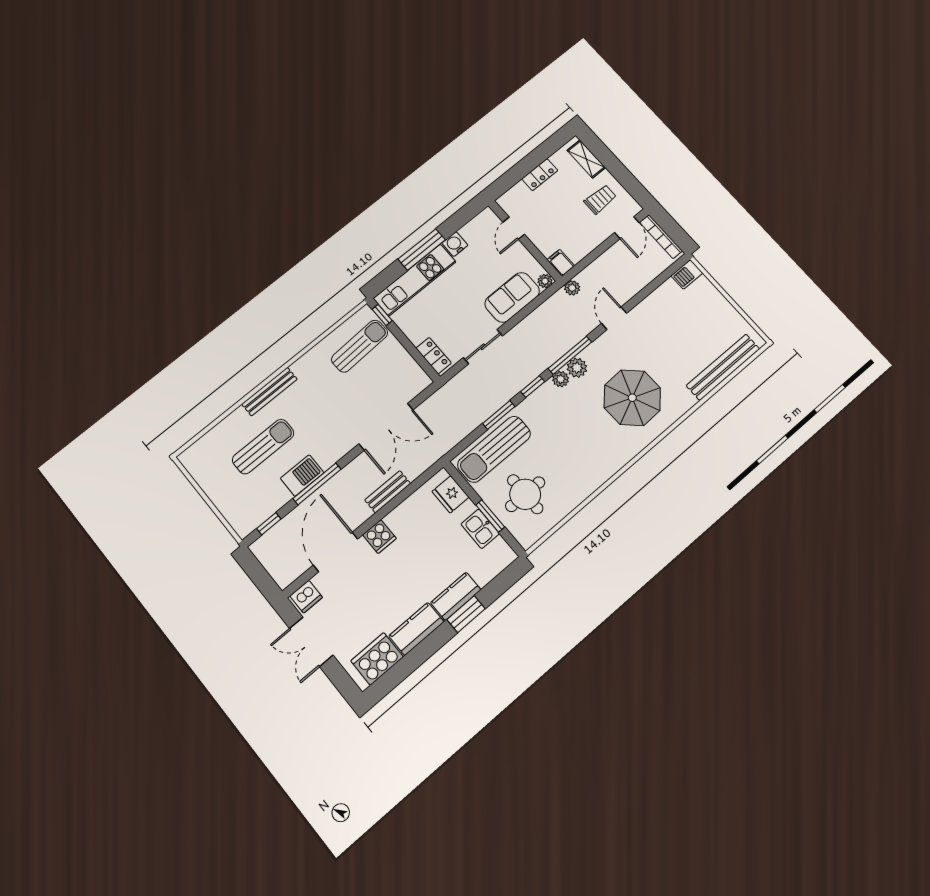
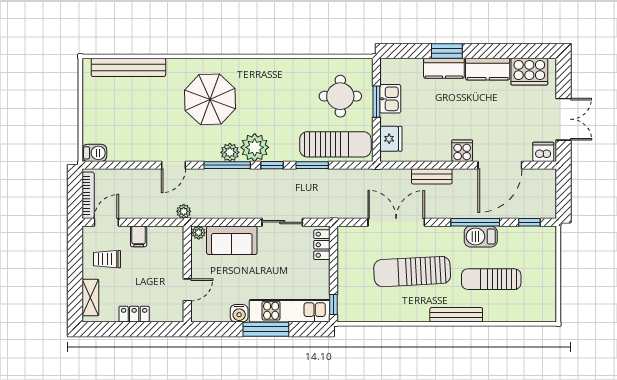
filing cabinet: (561, 263) -> (139, 236), moved
sun lounger: (360, 346) -> (412, 272), moved, width x1.36, depth x1.34
plant: (561, 379) -> (255, 147), width x1.87, depth x1.87

